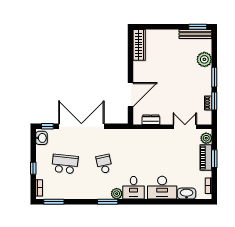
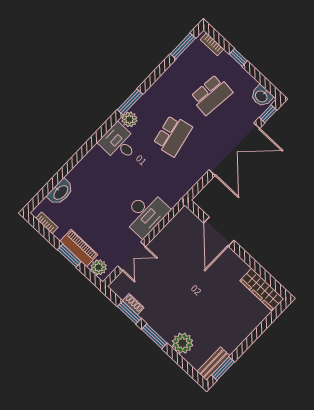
bench: (195, 34) -> (213, 364), width x0.73
dresser: (151, 120) -> (172, 228), removed
school desk: (104, 164) -> (173, 136), width x1.85
desk: (162, 188) -> (145, 213), moved, turned 180

